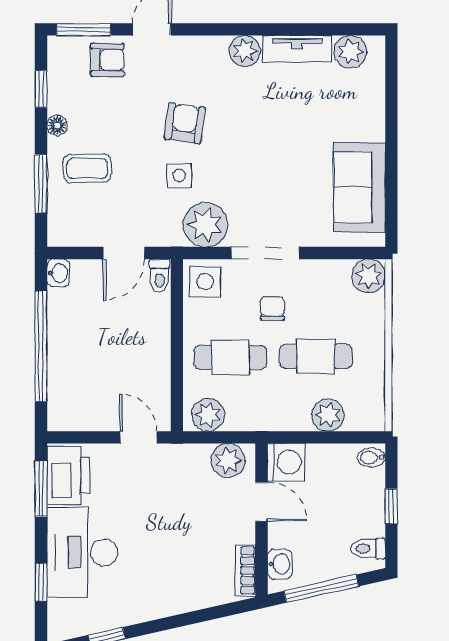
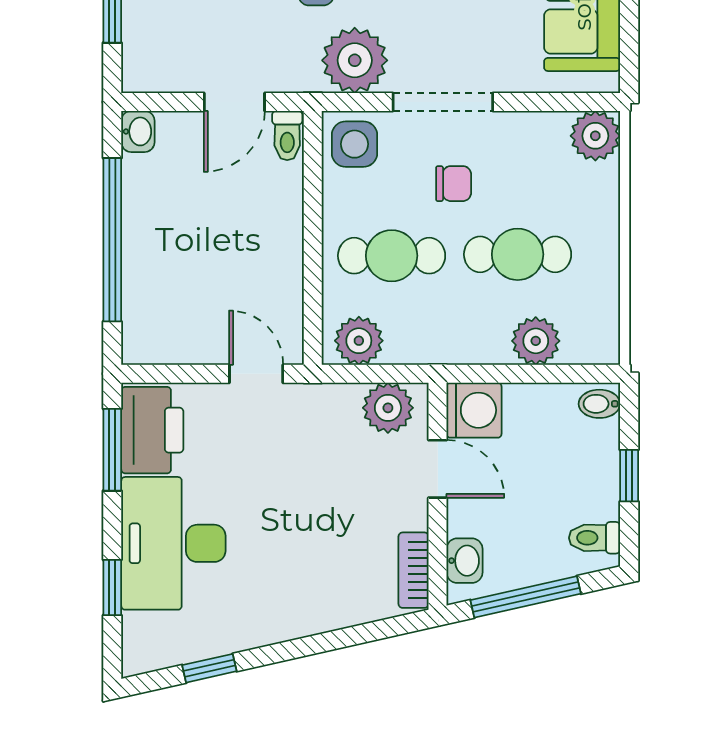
chair: (272, 308) -> (454, 184), turned 90

